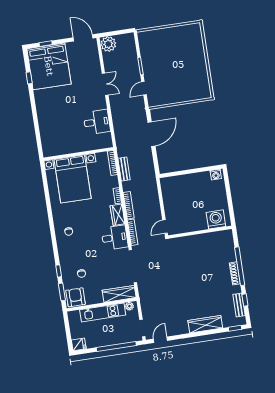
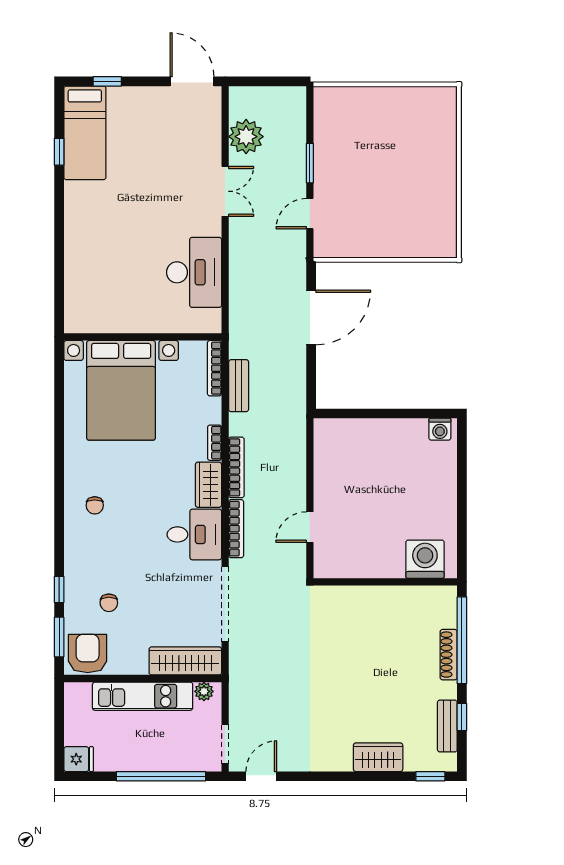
plant: (108, 44) -> (246, 137), moved
bed: (49, 66) -> (85, 133), width x0.49
desk: (97, 122) -> (194, 272), width x1.37
washing machine: (216, 219) -> (425, 559), moved
wall: (200, 232) -> (385, 582), moved
wardrobe: (205, 324) -> (378, 757), width x0.67

